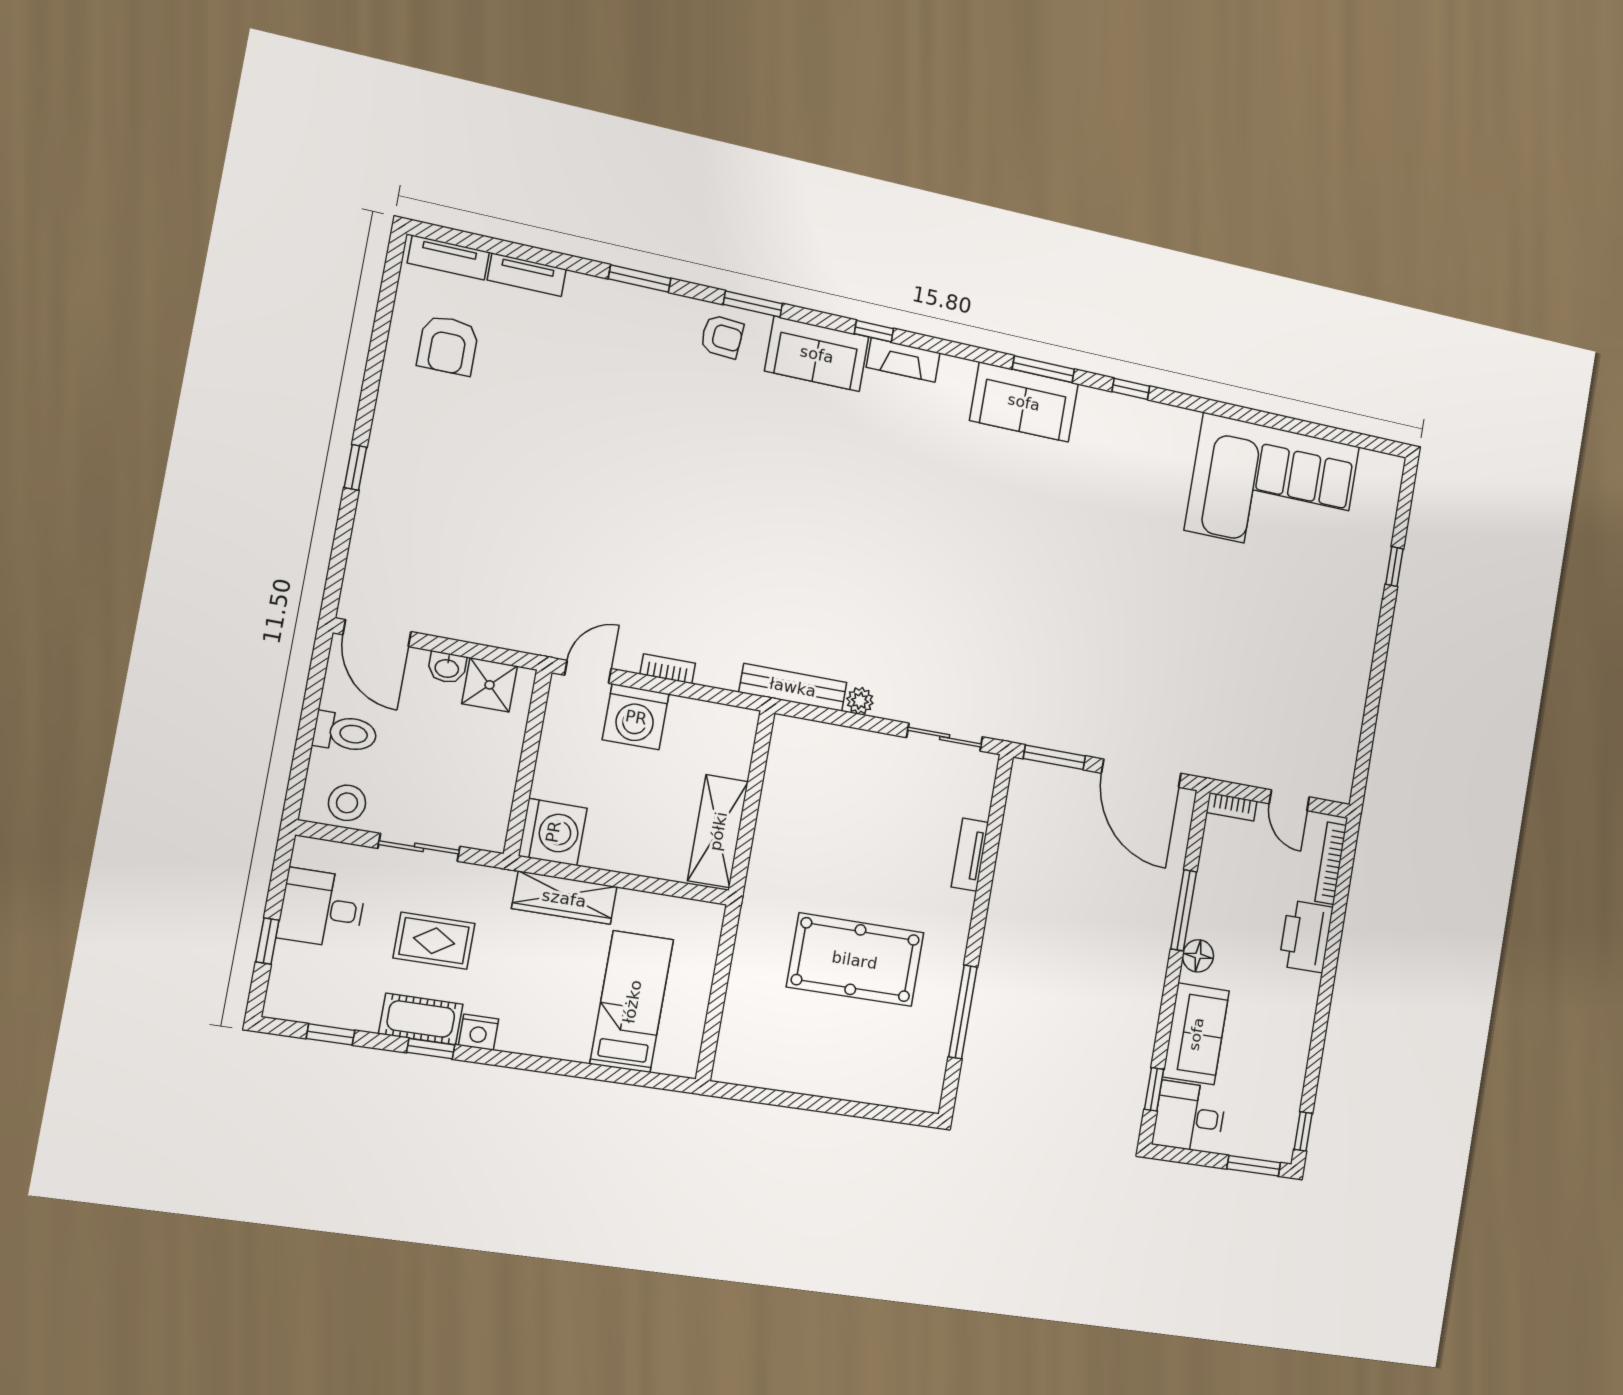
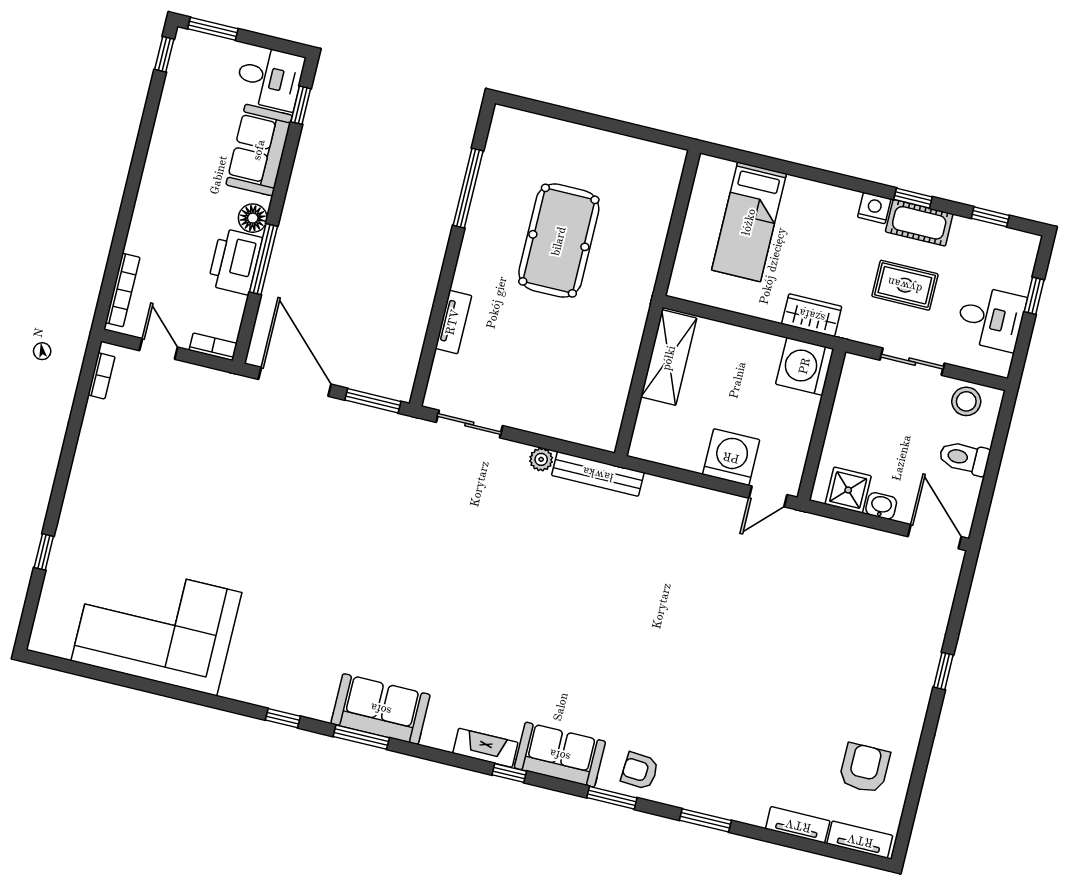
bookcase: (668, 669) -> (101, 376), moved, turned -90
wardrobe: (564, 898) -> (812, 315), width x0.67
printer: (1306, 936) -> (235, 261), moved, turned 180
pool table: (855, 960) -> (559, 241), turned 90

